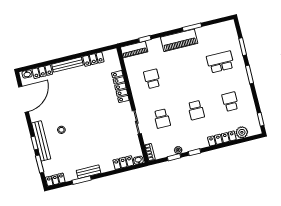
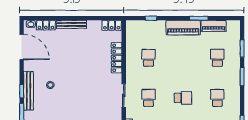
piano: (134, 50) -> (214, 26), moved
locker: (93, 59) -> (112, 25), moved
school desk: (220, 62) -> (217, 58), width x0.54
door: (24, 99) -> (22, 47), hinge flipped
school desk: (196, 110) -> (183, 98), turned -90
school desk: (162, 119) -> (149, 98), turned 180

